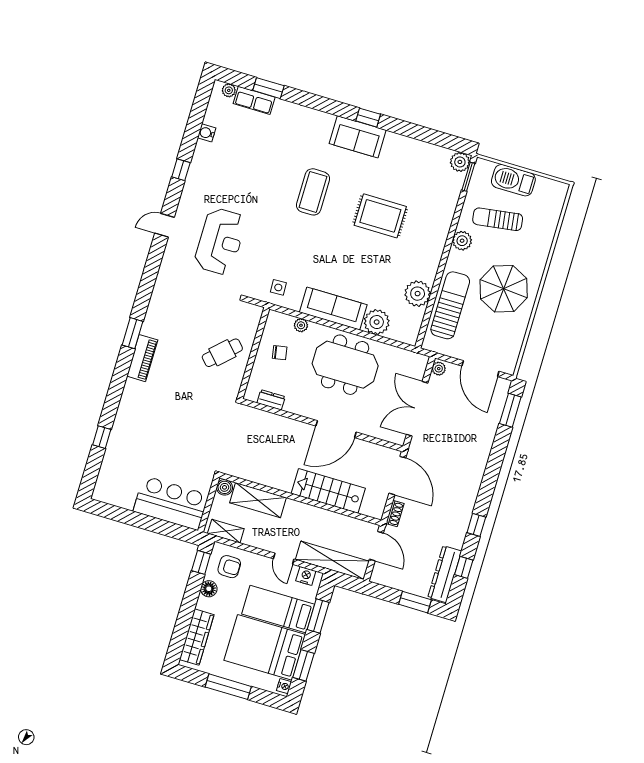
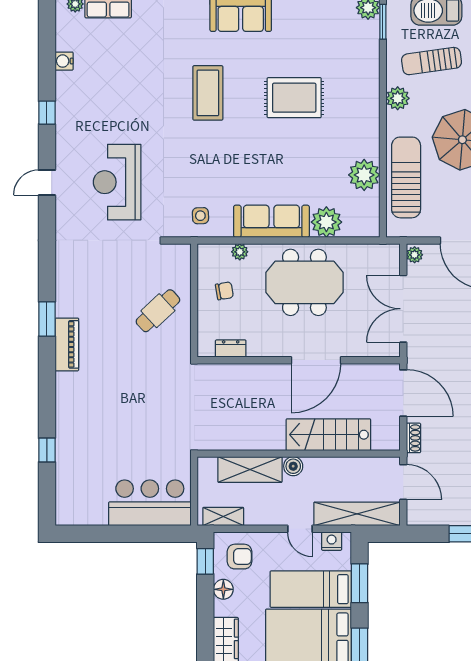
reception desk: (220, 241) -> (117, 182), turned 180
boiler: (224, 487) -> (293, 466), moved

